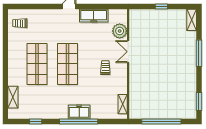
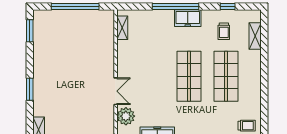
window: (199, 53) -> (30, 89), width x0.69
trolley: (105, 68) -> (224, 31), moved
freezer: (79, 112) -> (188, 18), moved

